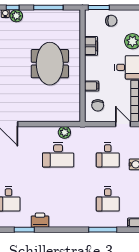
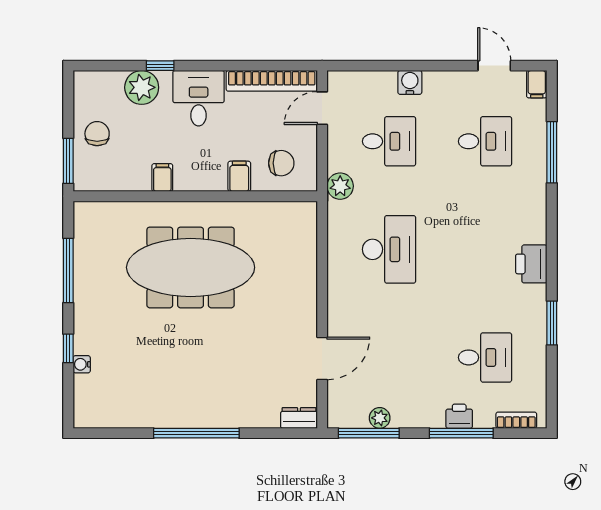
plant: (16, 16) -> (86, 341), removed
filing cabinet: (91, 46) -> (162, 178), width x0.50
meeting table: (50, 64) -> (191, 267), width x1.36
plant: (64, 132) -> (340, 186), moved
printer: (40, 220) -> (531, 264), moved

